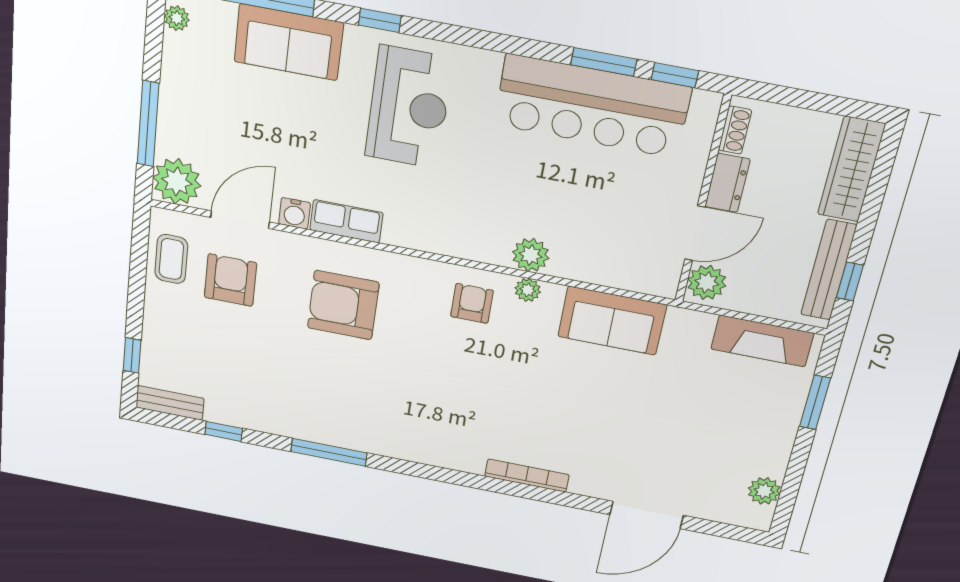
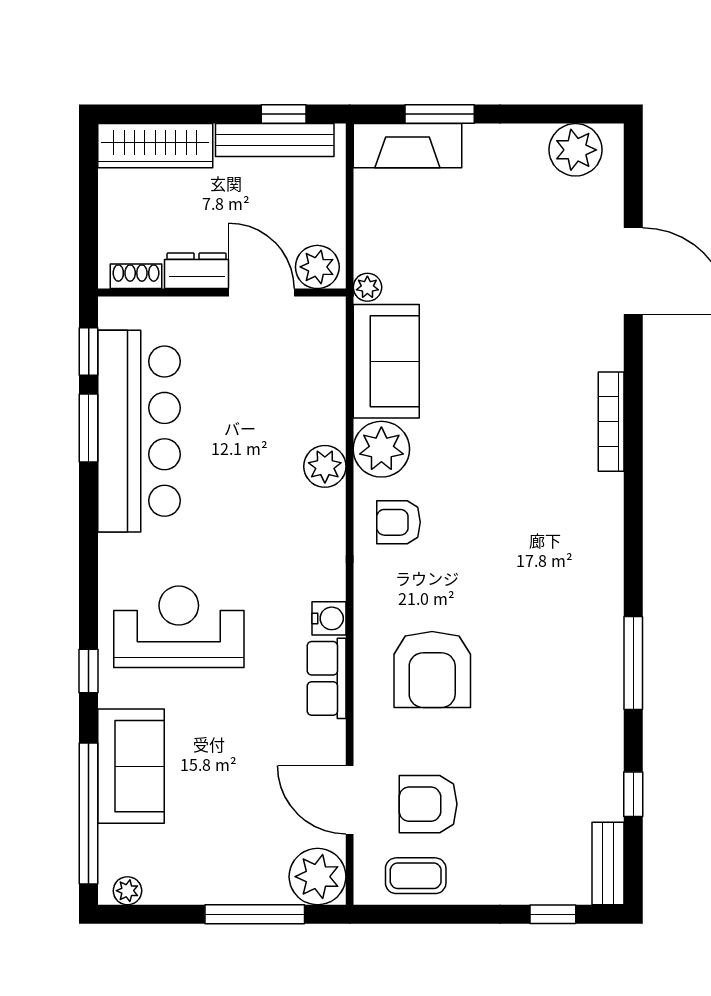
water cooler: (294, 213) -> (329, 618), moved
plant: (528, 290) -> (381, 449), width x1.87, depth x1.87
plant: (679, 318) -> (367, 287), added
fireplace: (762, 341) -> (407, 146), moved, turned 90
plant: (764, 491) -> (575, 150), width x1.36, depth x1.36

